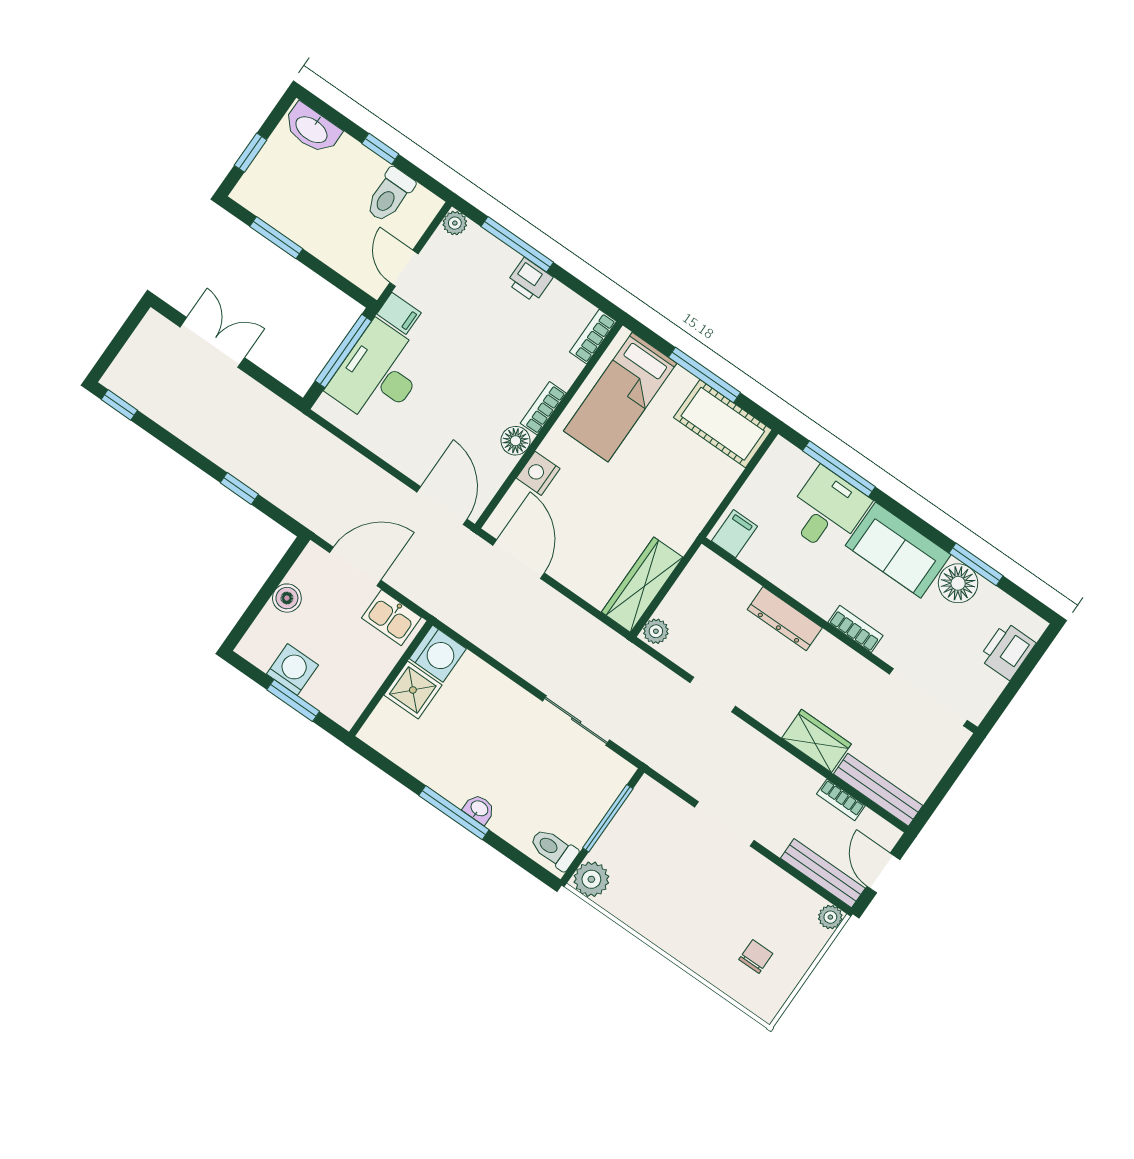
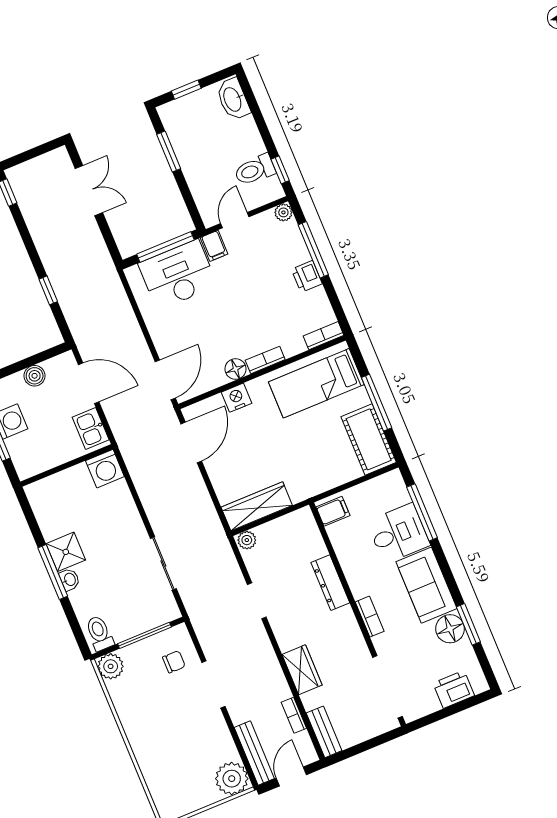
window: (380, 149) -> (280, 170), moved
shower: (413, 690) -> (66, 552), moved
bench: (878, 790) -> (324, 732), width x0.73
plant: (830, 917) -> (232, 779), width x1.87, depth x1.87
chair: (756, 956) -> (174, 662), moved

